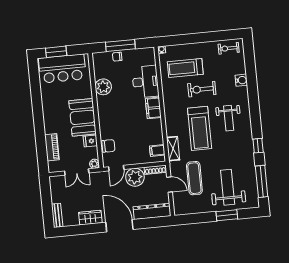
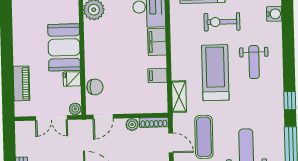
treadmill: (200, 128) -> (215, 73), turned 180
filing cabinet: (157, 151) -> (158, 76), moved
plant: (135, 177) -> (132, 124), width x0.53, depth x0.53

